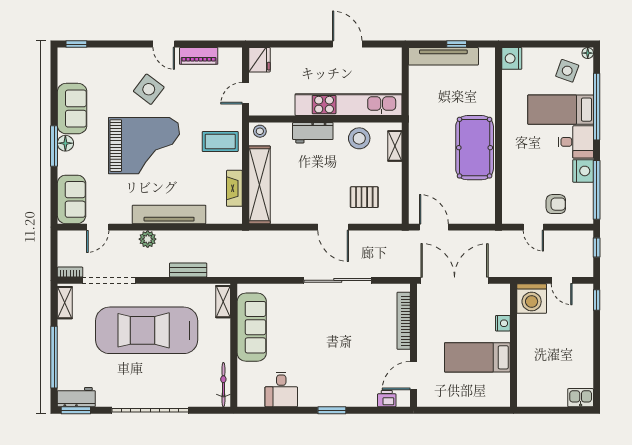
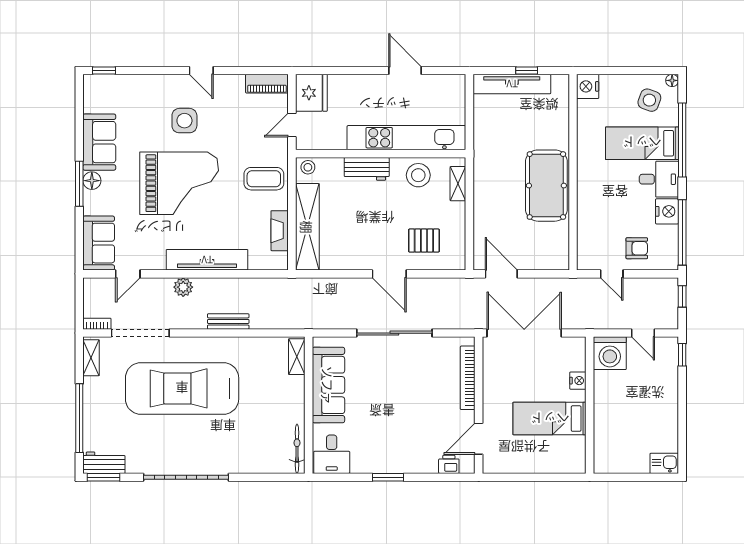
piano: (199, 56) -> (267, 84), moved
fridge: (259, 60) -> (311, 93), width x1.36, depth x1.34
side table: (149, 89) -> (184, 121), turned -37
shelving: (223, 302) -> (297, 357), moved
sofa: (252, 327) -> (328, 385), moved
wall: (234, 345) -> (309, 405), moved
bicycle: (223, 385) -> (297, 449), moved

